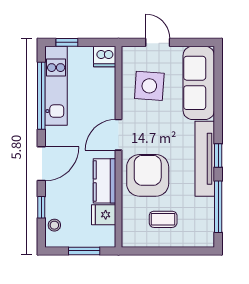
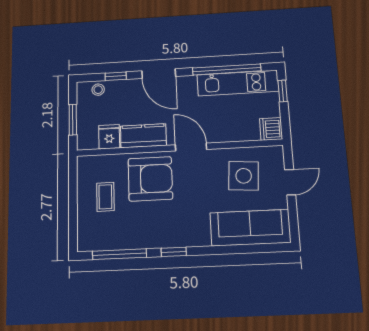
tv unit: (205, 159) -> (170, 238), removed

